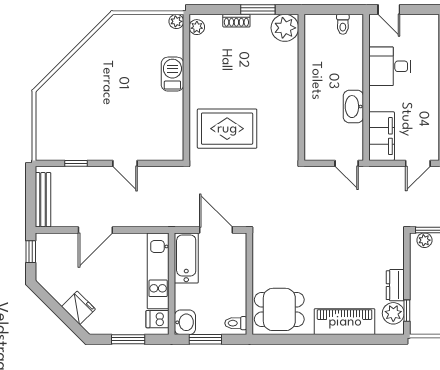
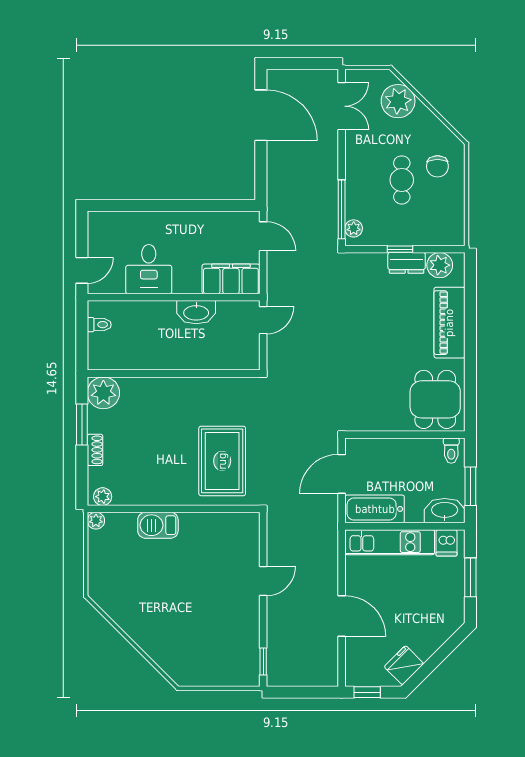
window: (76, 163) -> (263, 662), moved
bench: (43, 200) -> (306, 678), removed
fridge: (78, 308) -> (404, 665), moved
window: (407, 311) -> (400, 249), moved
washbasin: (185, 322) -> (445, 511), width x1.38

